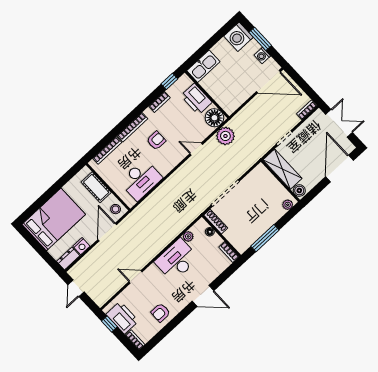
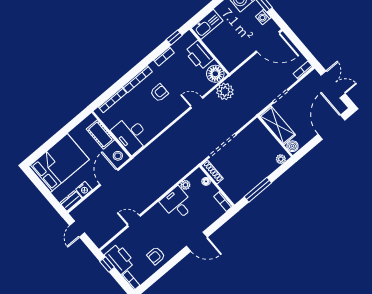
desk: (141, 180) -> (131, 135), moved, turned 90
desk: (177, 260) -> (177, 204), width x0.73

